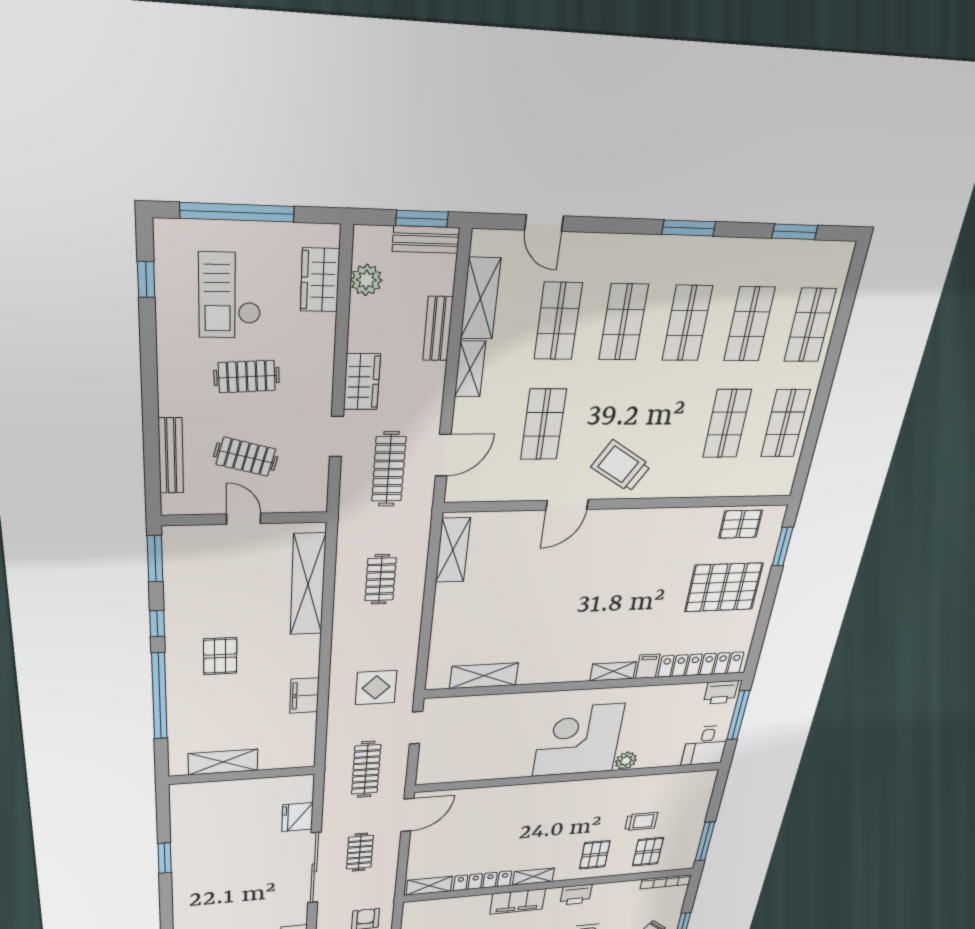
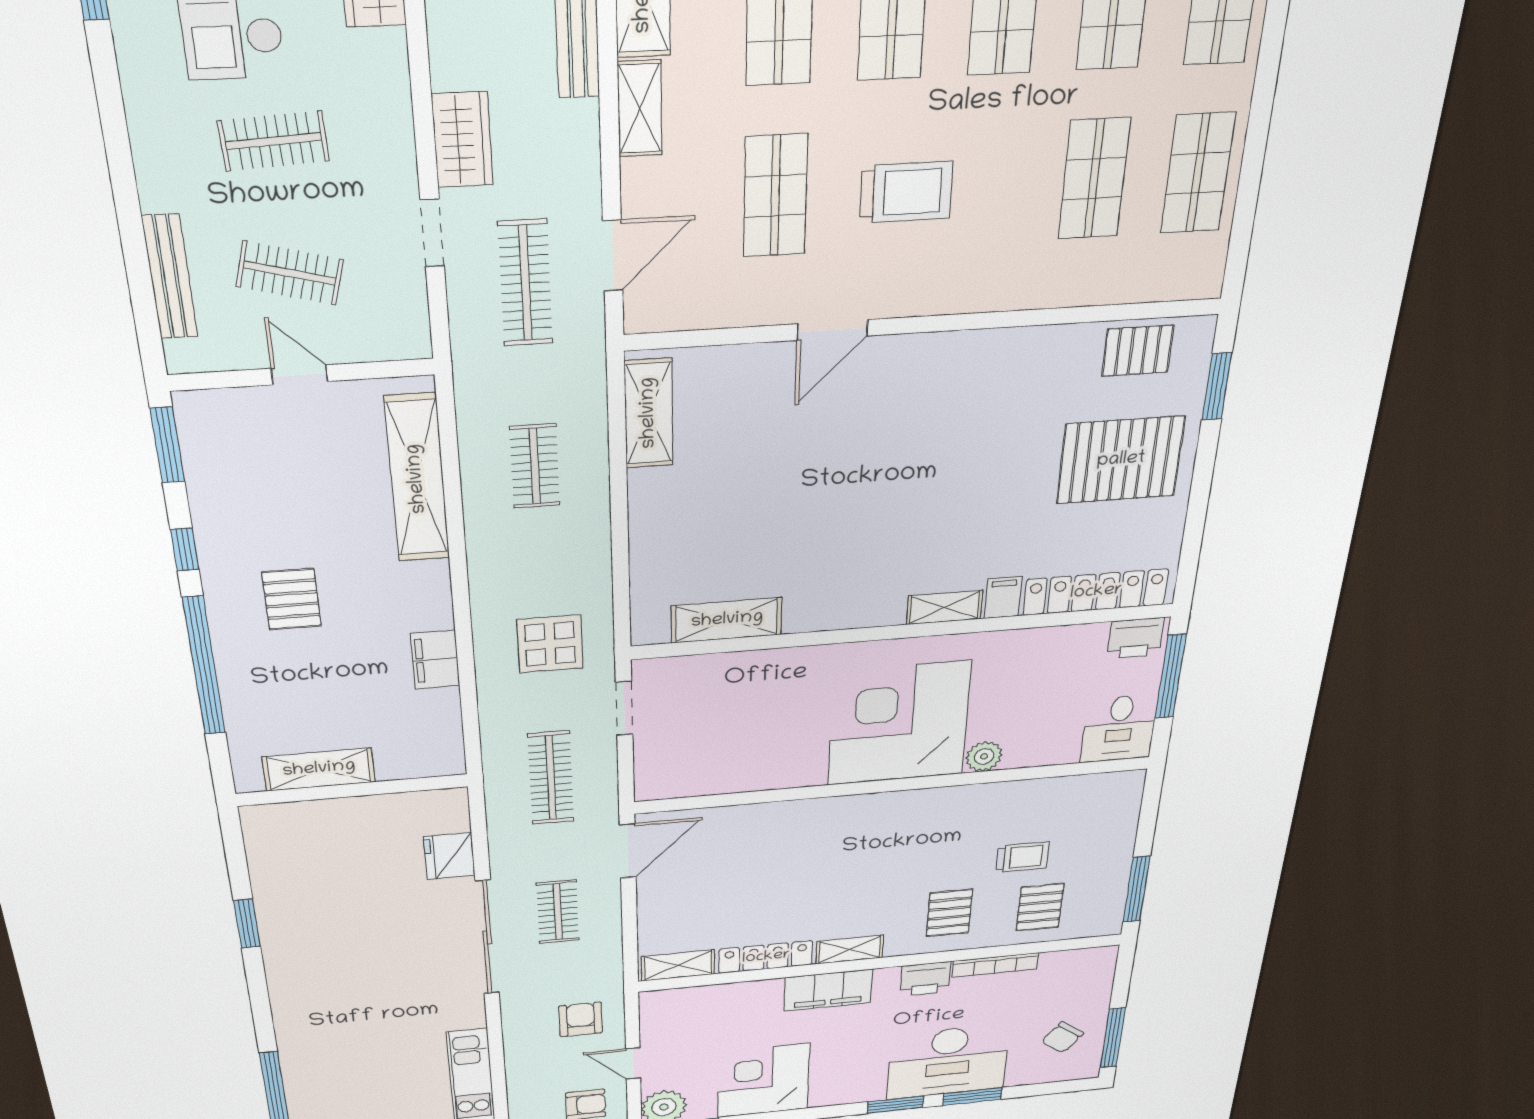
trolley: (621, 466) -> (906, 192), moved, turned 148
bookcase: (666, 882) -> (995, 965), moved

